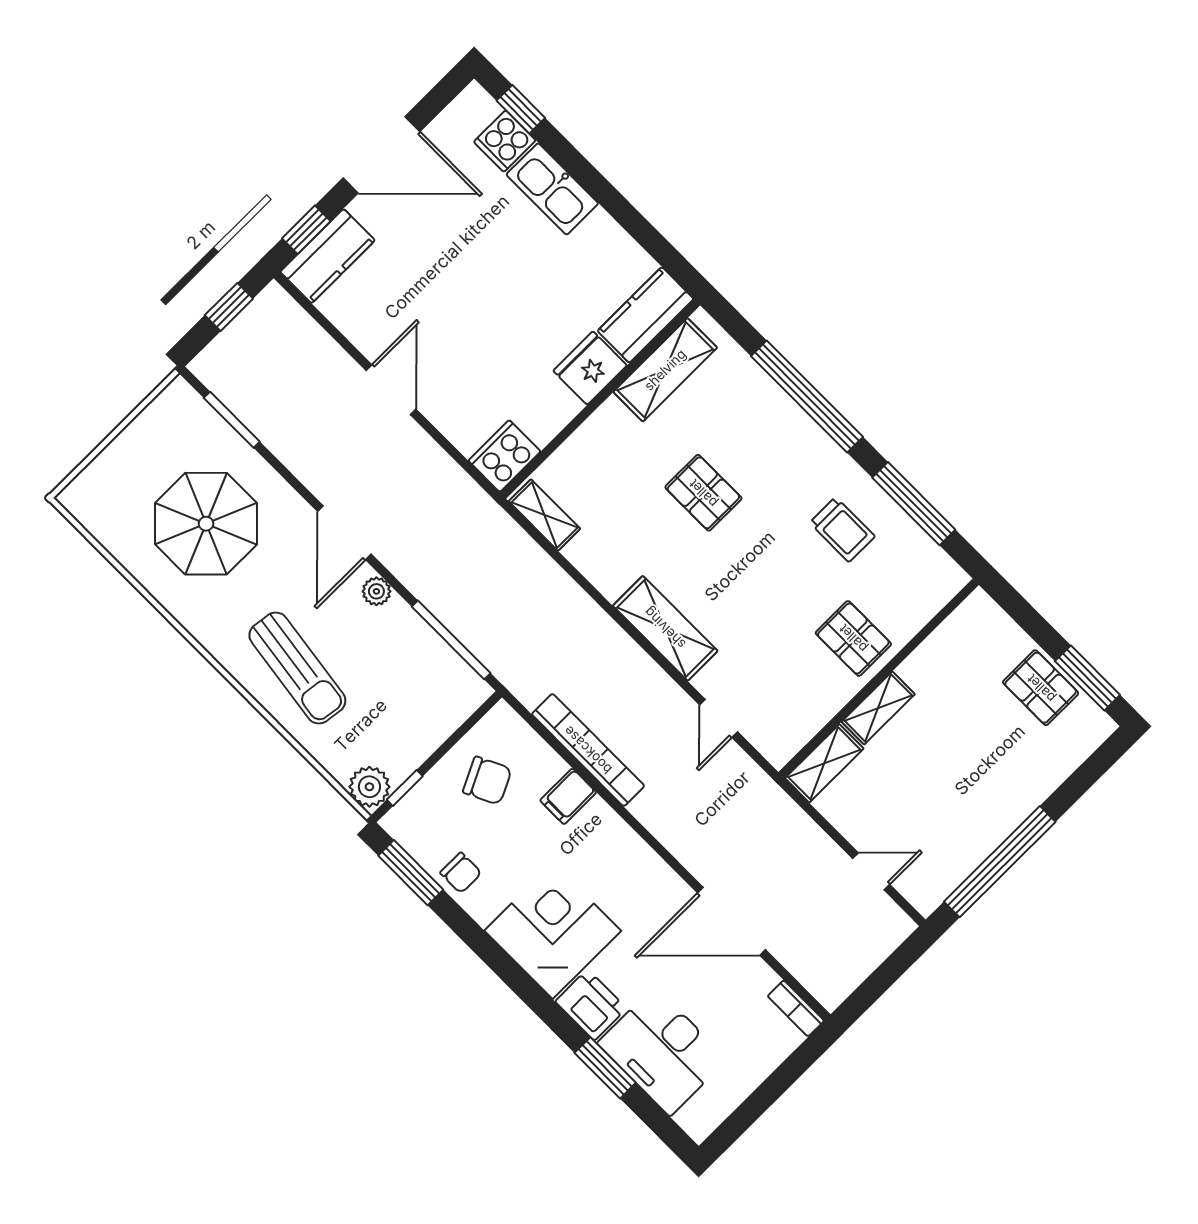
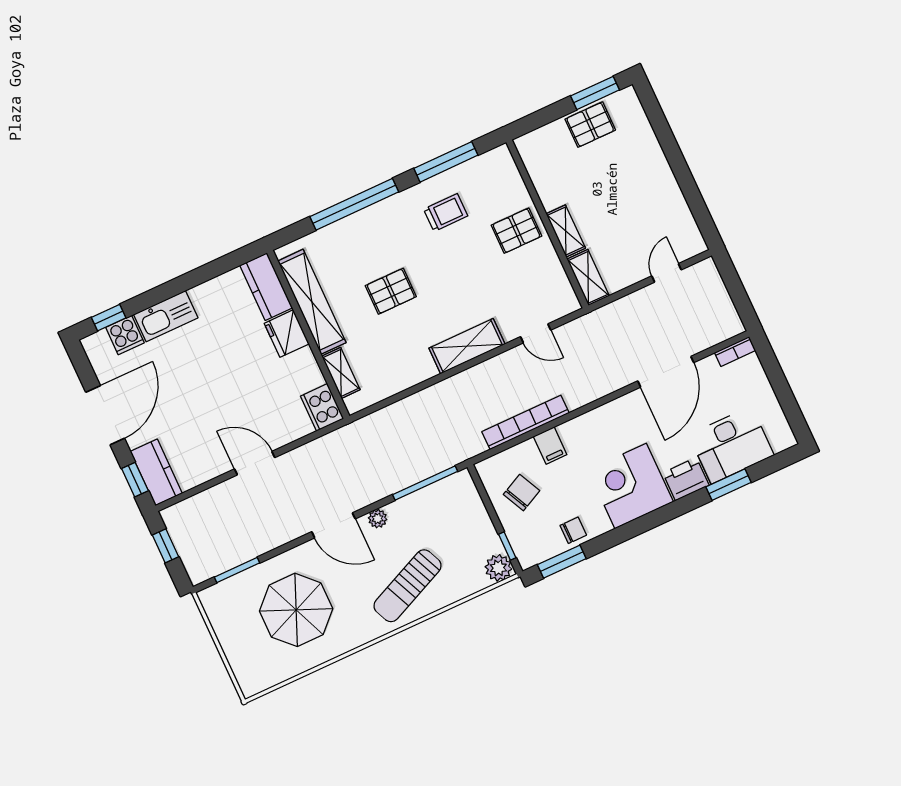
shelving: (665, 370) -> (312, 302), width x1.47
shelving: (544, 515) -> (341, 373), moved, turned 90
sun lounger: (297, 668) -> (408, 586), turned 148
window: (1000, 862) -> (690, 190), removed

